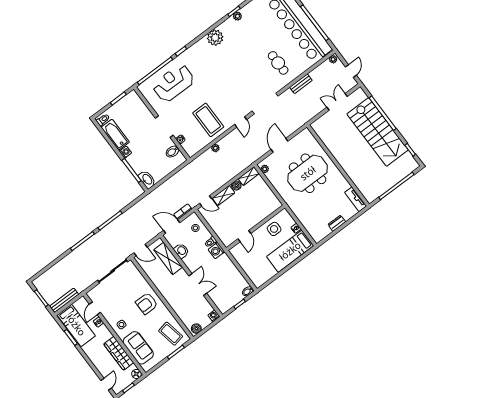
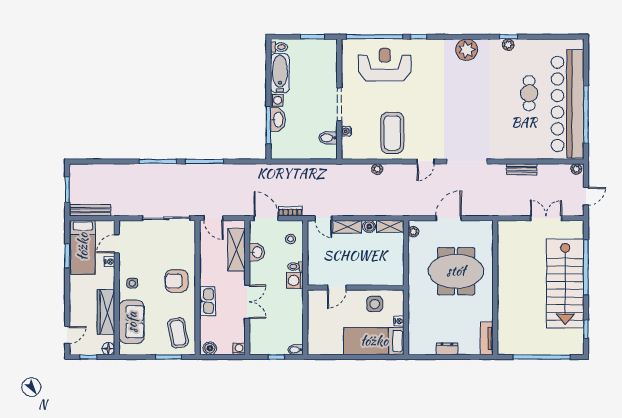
cafe table: (278, 63) -> (529, 93), moved
washbasin: (147, 179) -> (278, 120), moved
kitchen sink: (174, 302) -> (207, 301), added

